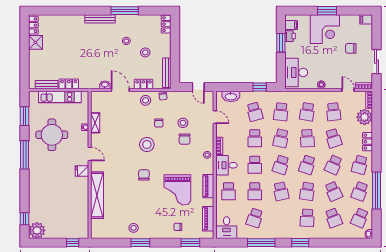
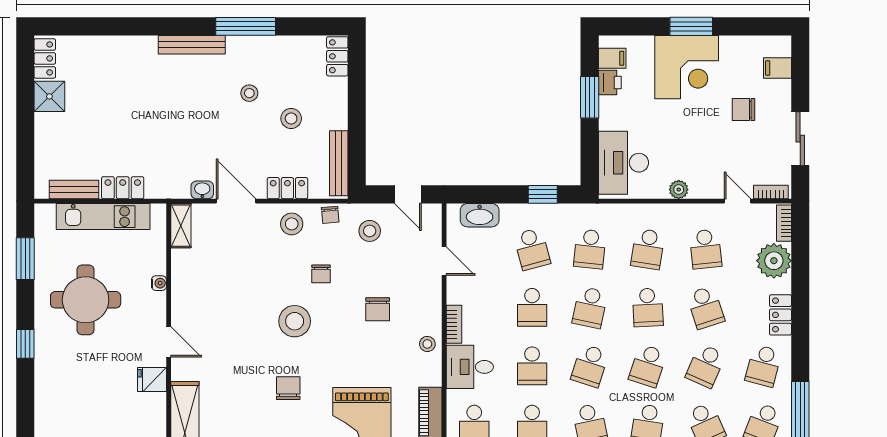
filing cabinet: (366, 19) -> (777, 68), moved
shelving: (95, 123) -> (181, 226), moved
stool: (183, 123) -> (370, 231), moved
window: (24, 155) -> (25, 344), width x0.46

